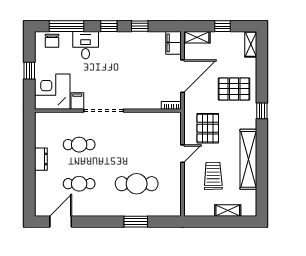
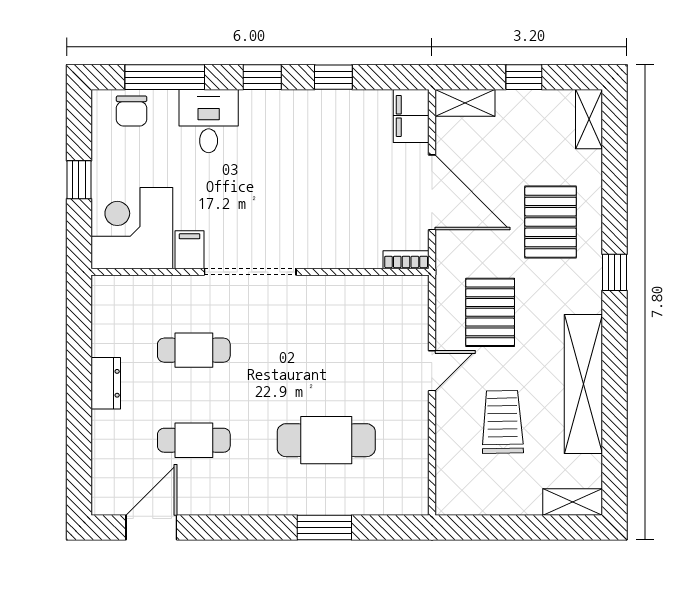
door: (183, 76) -> (432, 192), hinge flipped
pallet: (234, 89) -> (551, 222), turned 90
shelving: (228, 211) -> (573, 502), moved

